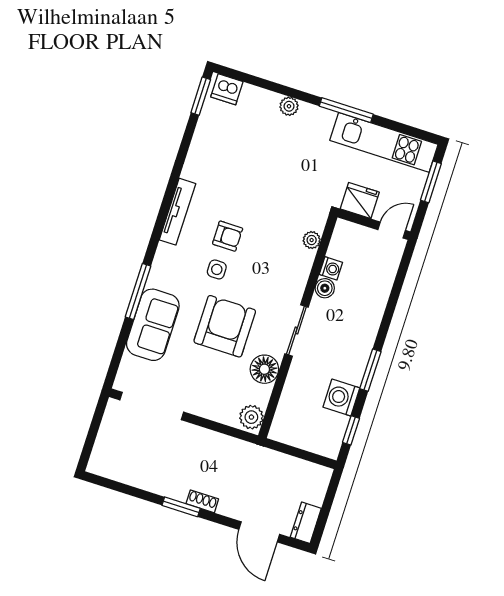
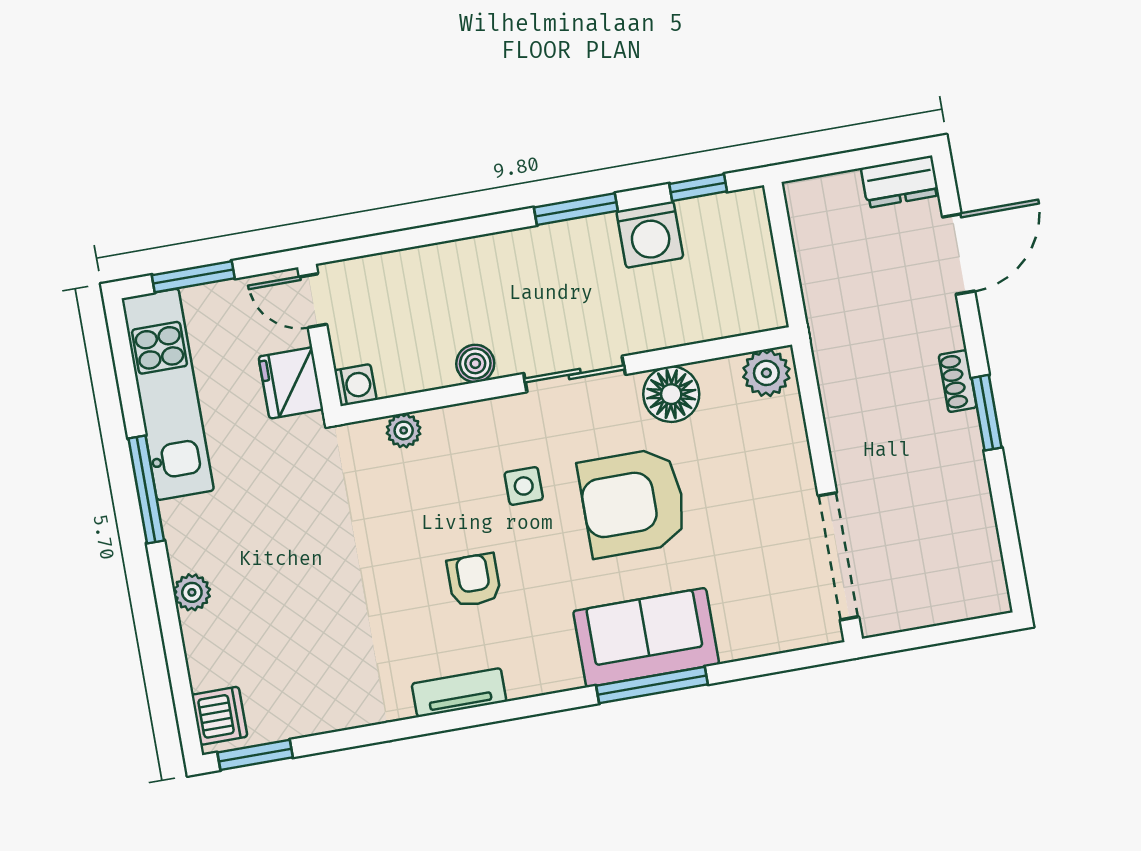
tv unit: (177, 212) -> (459, 693), width x0.71
washing machine: (331, 268) -> (355, 385), moved, turned 90
side table: (217, 269) -> (524, 486), moved
sofa: (153, 325) -> (646, 638), moved

